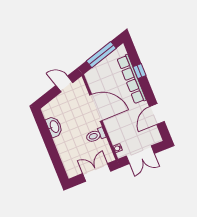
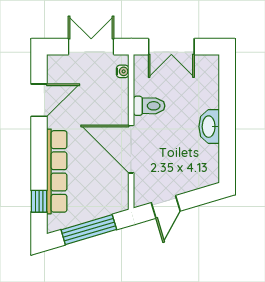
window: (139, 71) -> (39, 201), moved
door: (64, 84) -> (166, 207), hinge flipped
washbasin: (54, 127) -> (209, 127), moved

